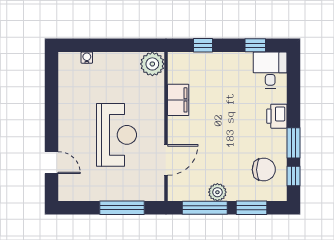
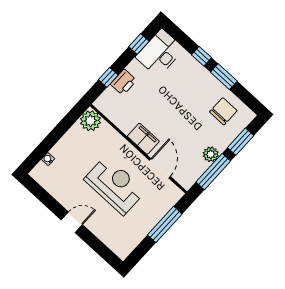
desk: (270, 70) -> (160, 53), width x1.37
filing cabinet: (178, 100) -> (143, 139), moved
printer: (277, 116) -> (124, 82), moved, turned -90
door: (52, 163) -> (72, 222), moved
window: (294, 176) -> (201, 56), moved

